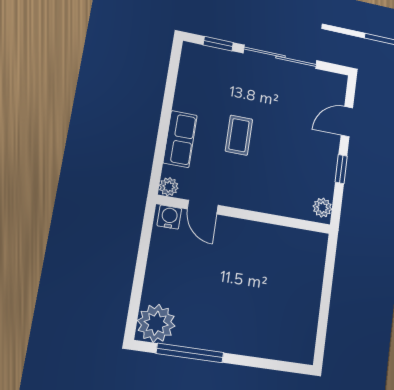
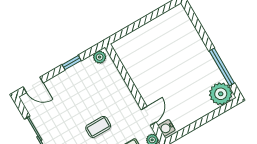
door: (347, 122) -> (33, 85), moved

